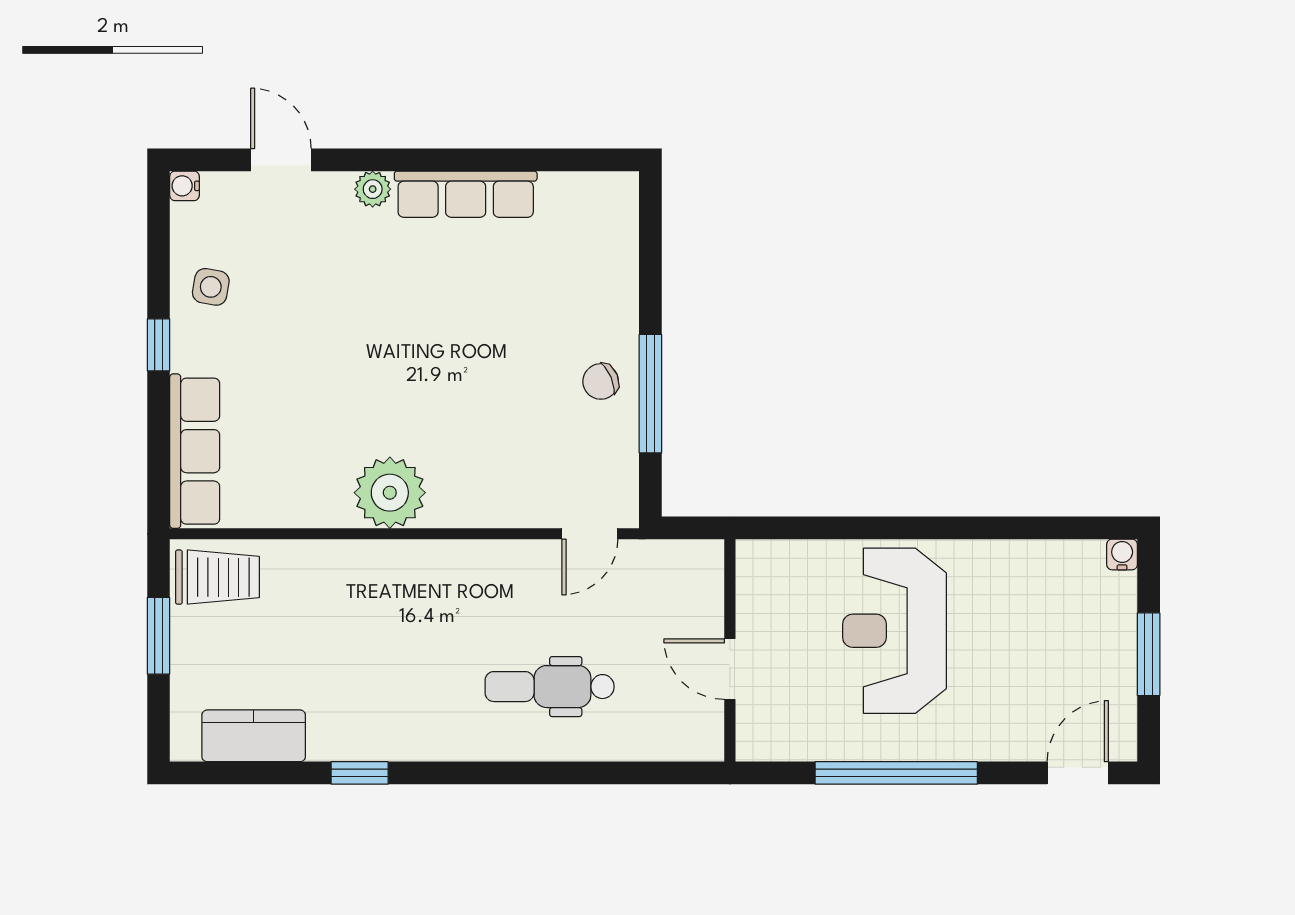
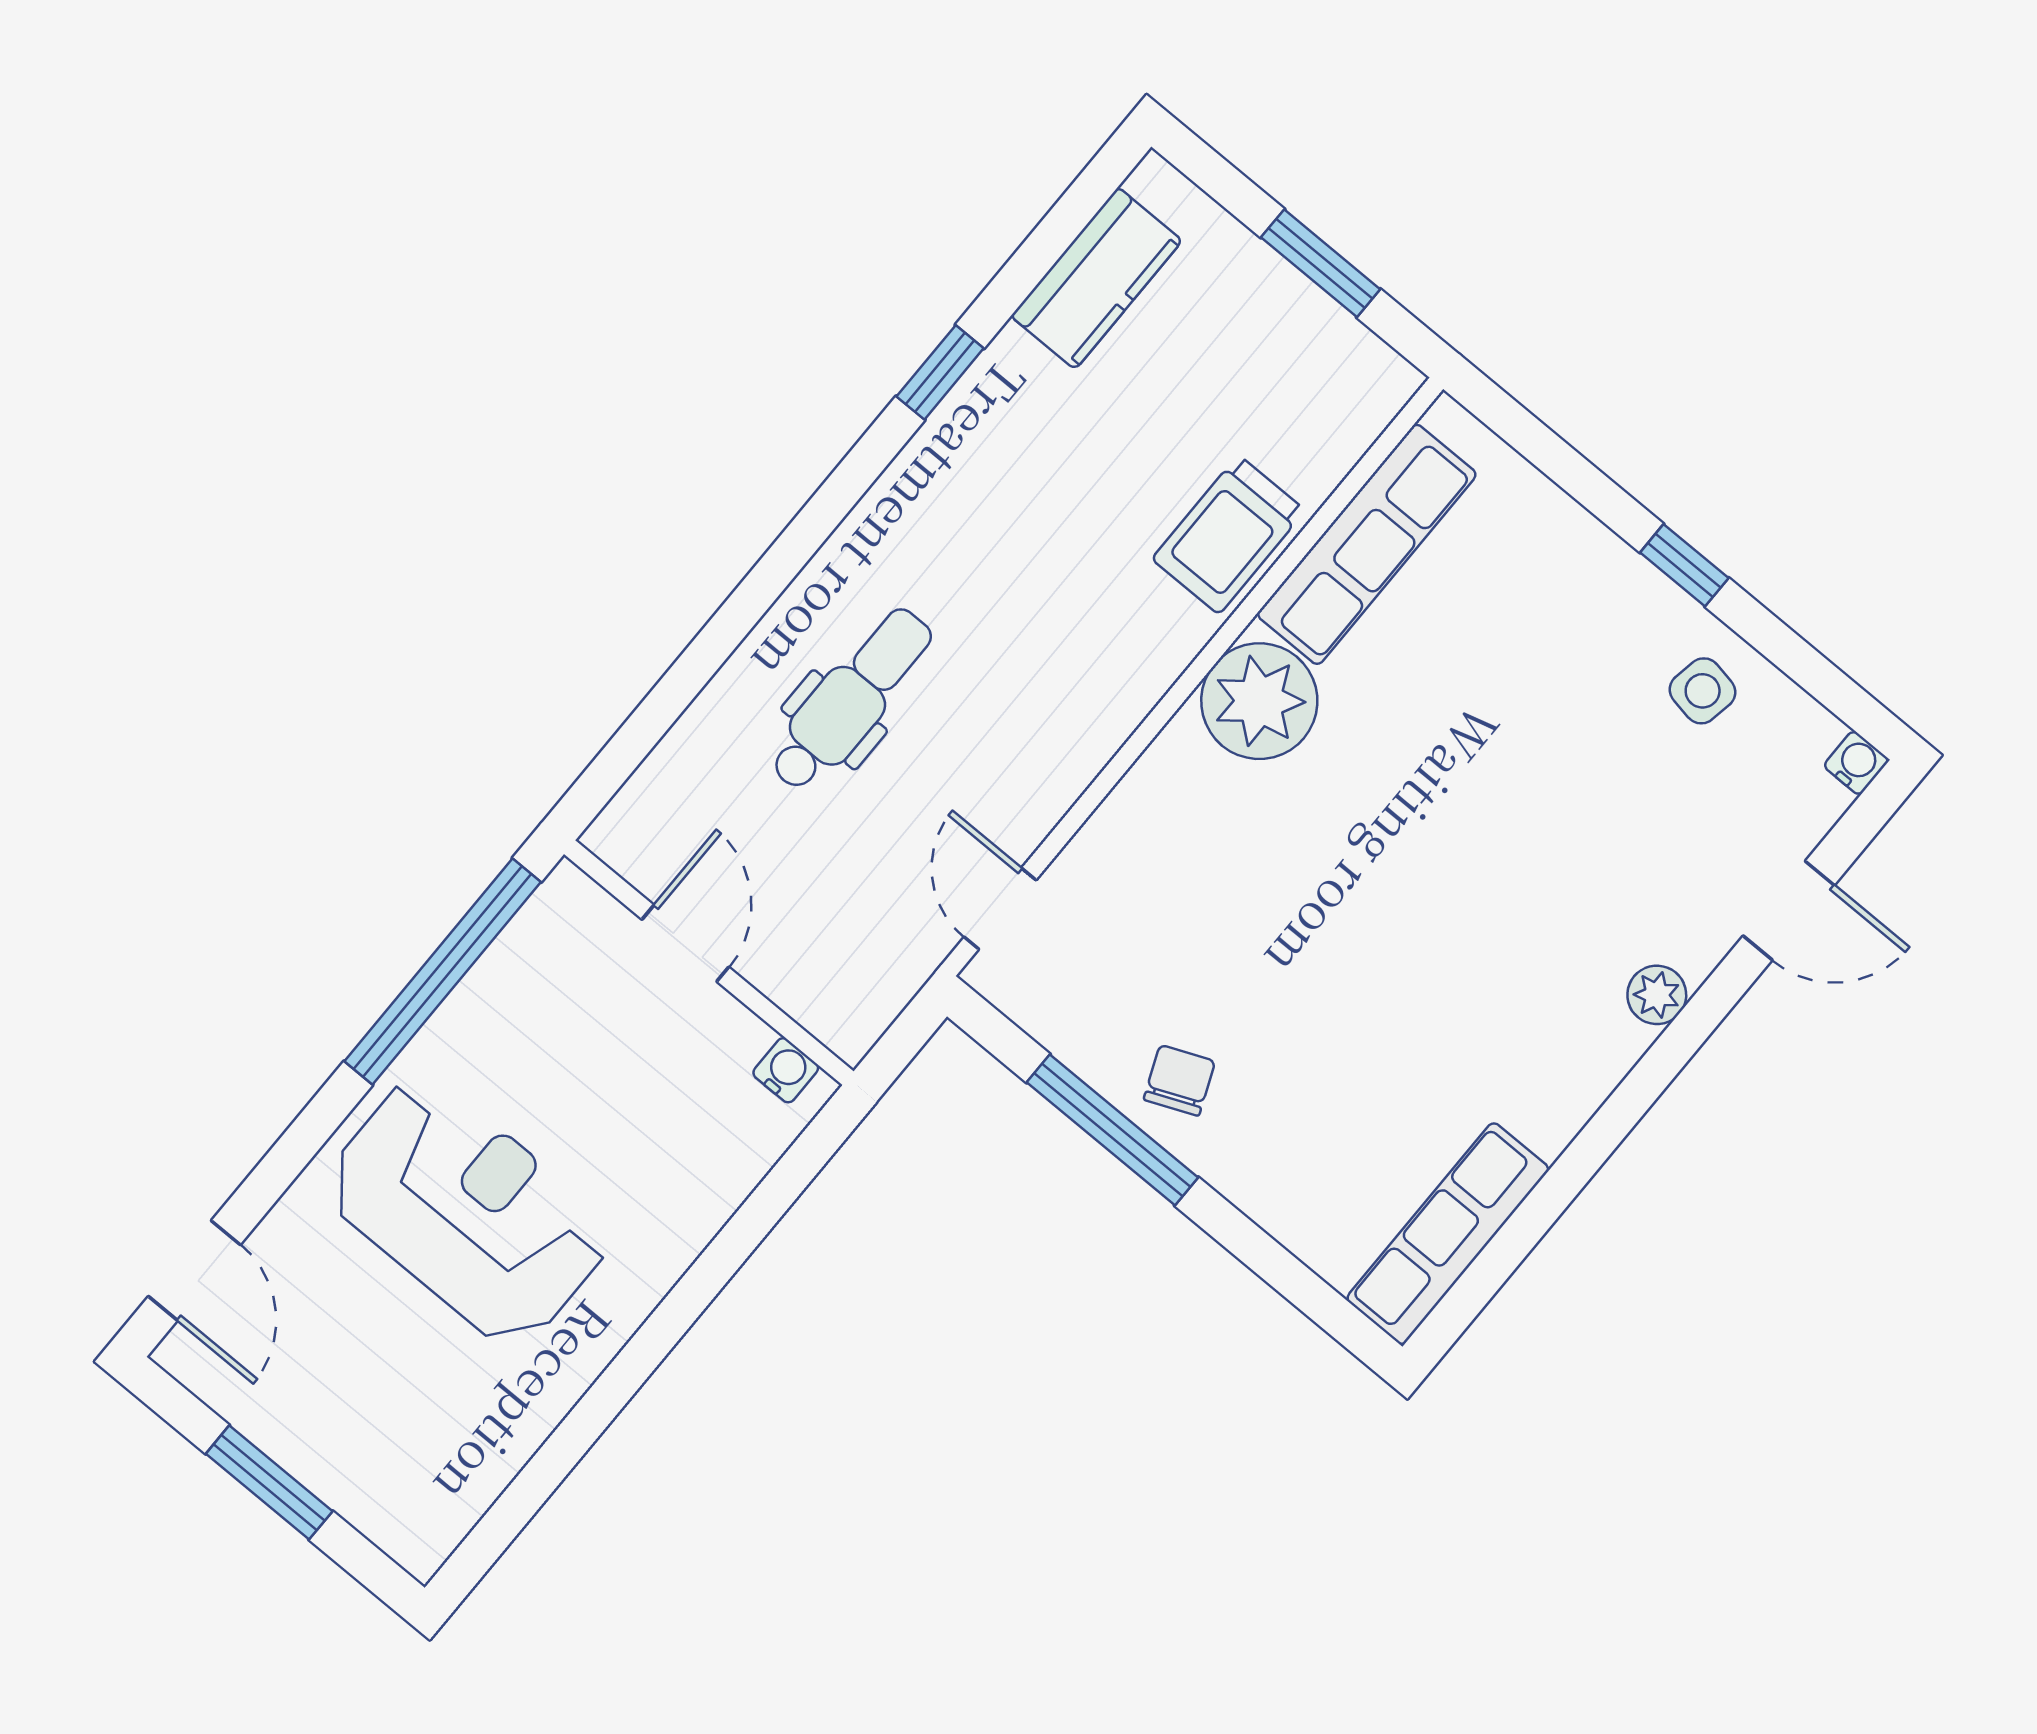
row of seats: (466, 194) -> (1448, 1234), moved
row of seats: (195, 451) -> (1367, 544), moved, turned -90
water cooler: (1122, 554) -> (786, 1070), moved, turned -90
trolley: (217, 577) -> (1229, 535), moved
reception desk: (895, 631) -> (467, 1211), moved
door: (730, 669) -> (685, 943), hinge flipped
window: (896, 773) -> (443, 972), moved

